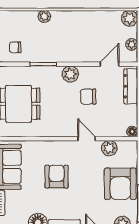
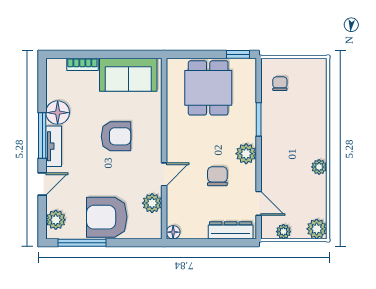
plant: (44, 16) -> (319, 167), moved

